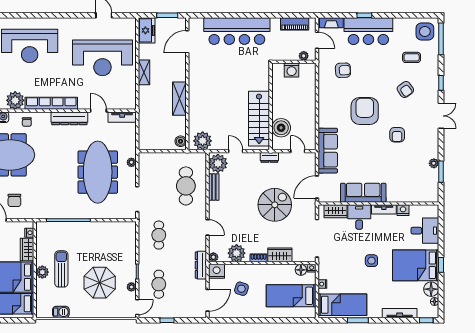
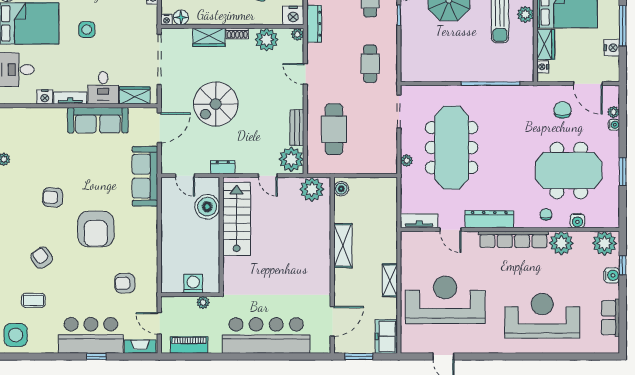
plant: (304, 56) -> (203, 302), moved
armchair: (397, 135) -> (53, 197), turned -87

